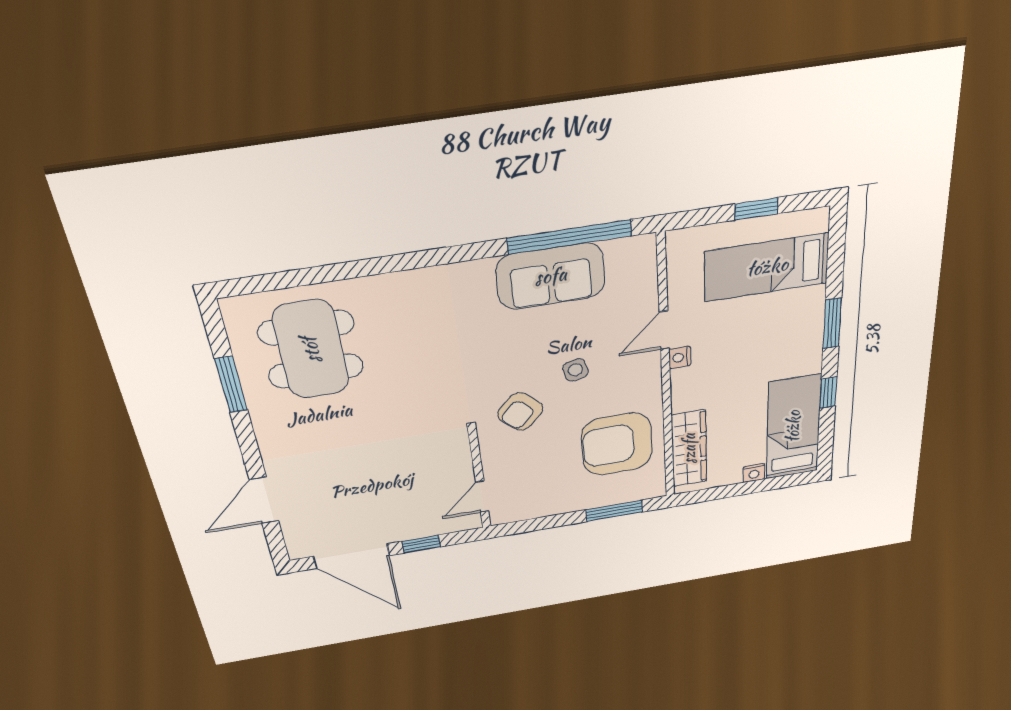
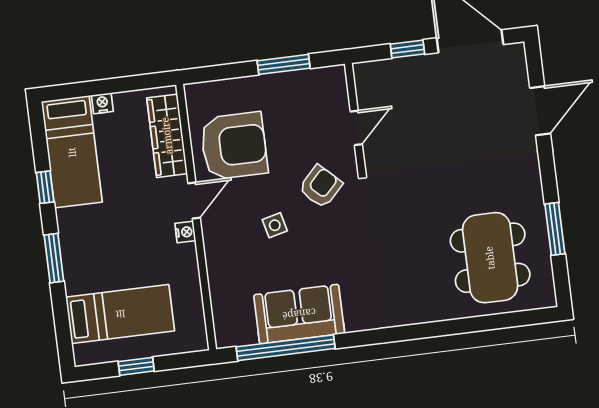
door: (664, 330) -> (194, 200), moved
door: (482, 497) -> (356, 128), moved
window: (614, 511) -> (284, 64), moved

